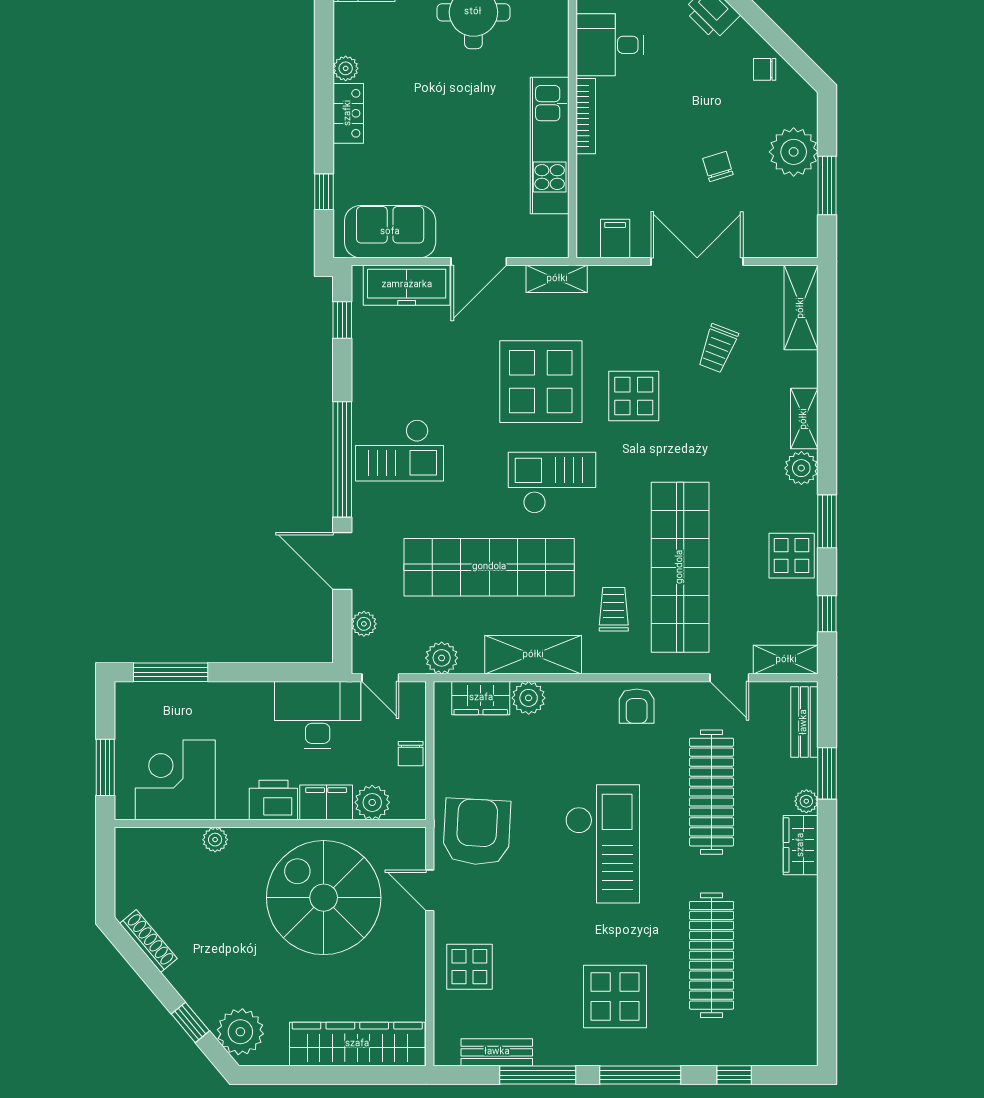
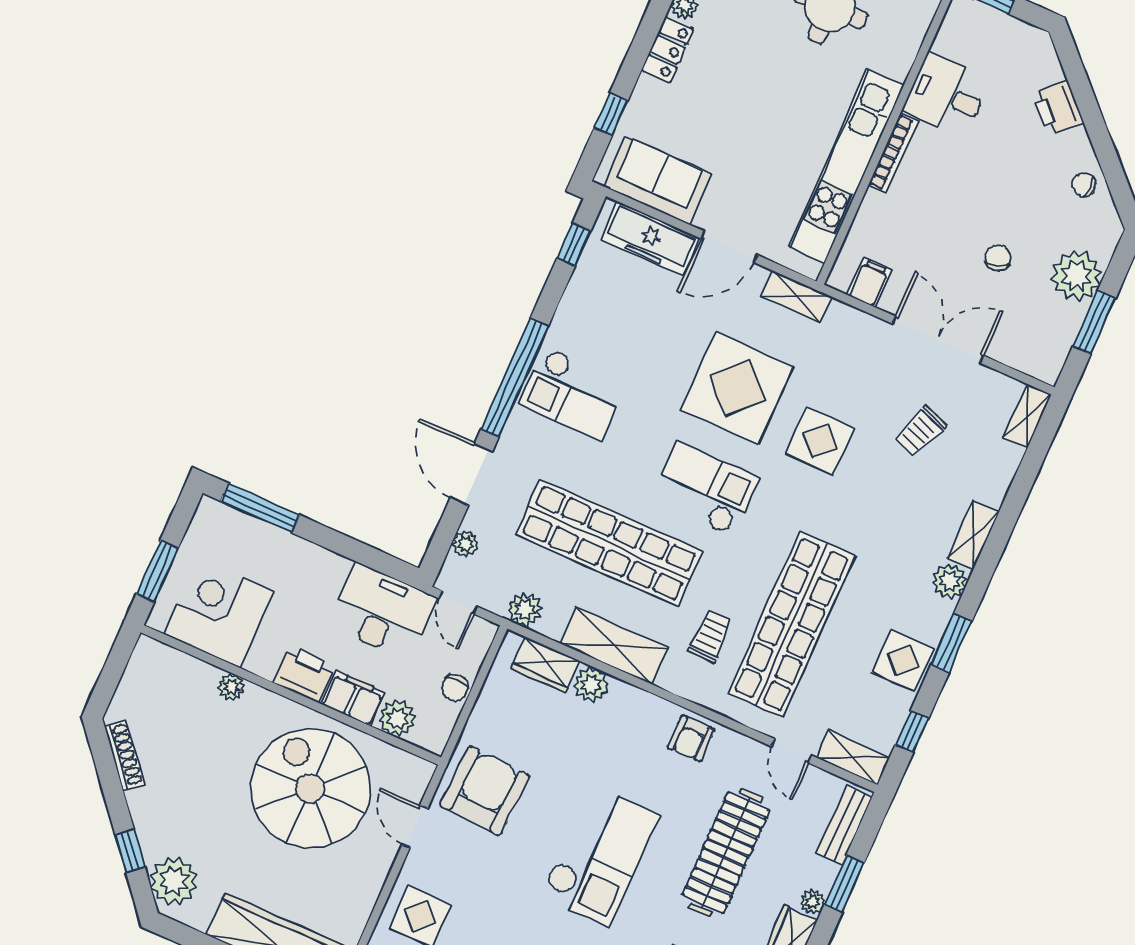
kitchen unit: (550, 146) -> (846, 166), width x1.36
shelving: (801, 308) -> (1027, 416), width x0.67, depth x0.75

